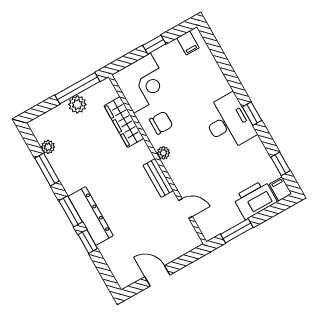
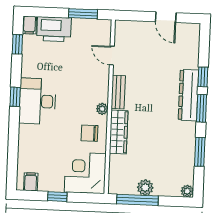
wardrobe: (124, 122) -> (119, 132), moved
plant: (48, 147) -> (187, 191), moved

